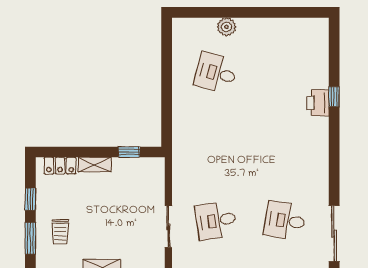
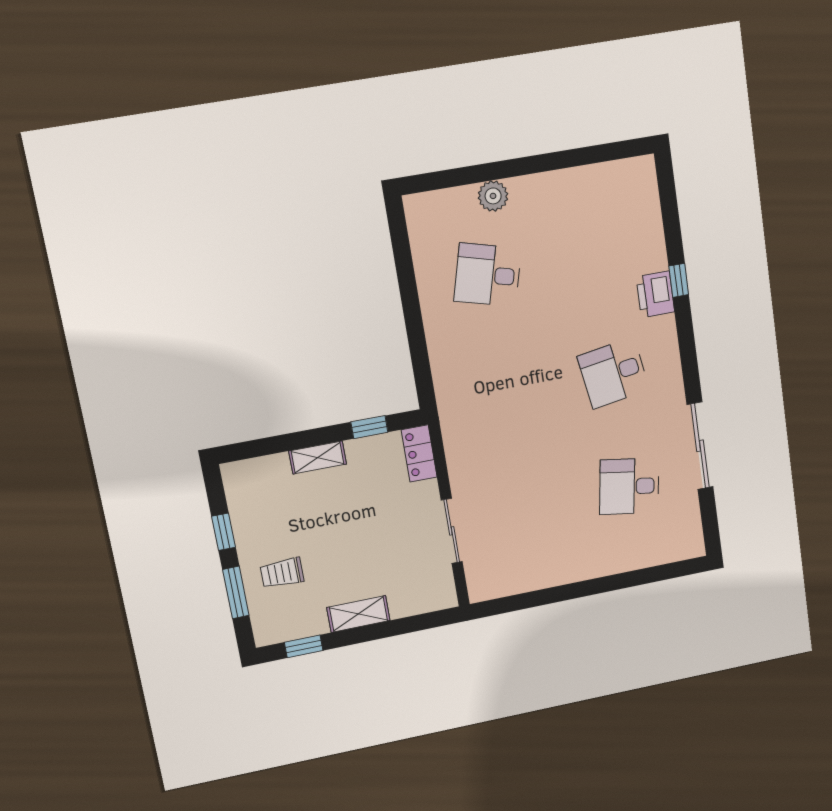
locker: (60, 166) -> (419, 453), moved, turned 90
desk: (216, 221) -> (613, 373), moved
trolley: (60, 232) -> (282, 573), turned 90
sliding door: (334, 234) -> (700, 446), moved

